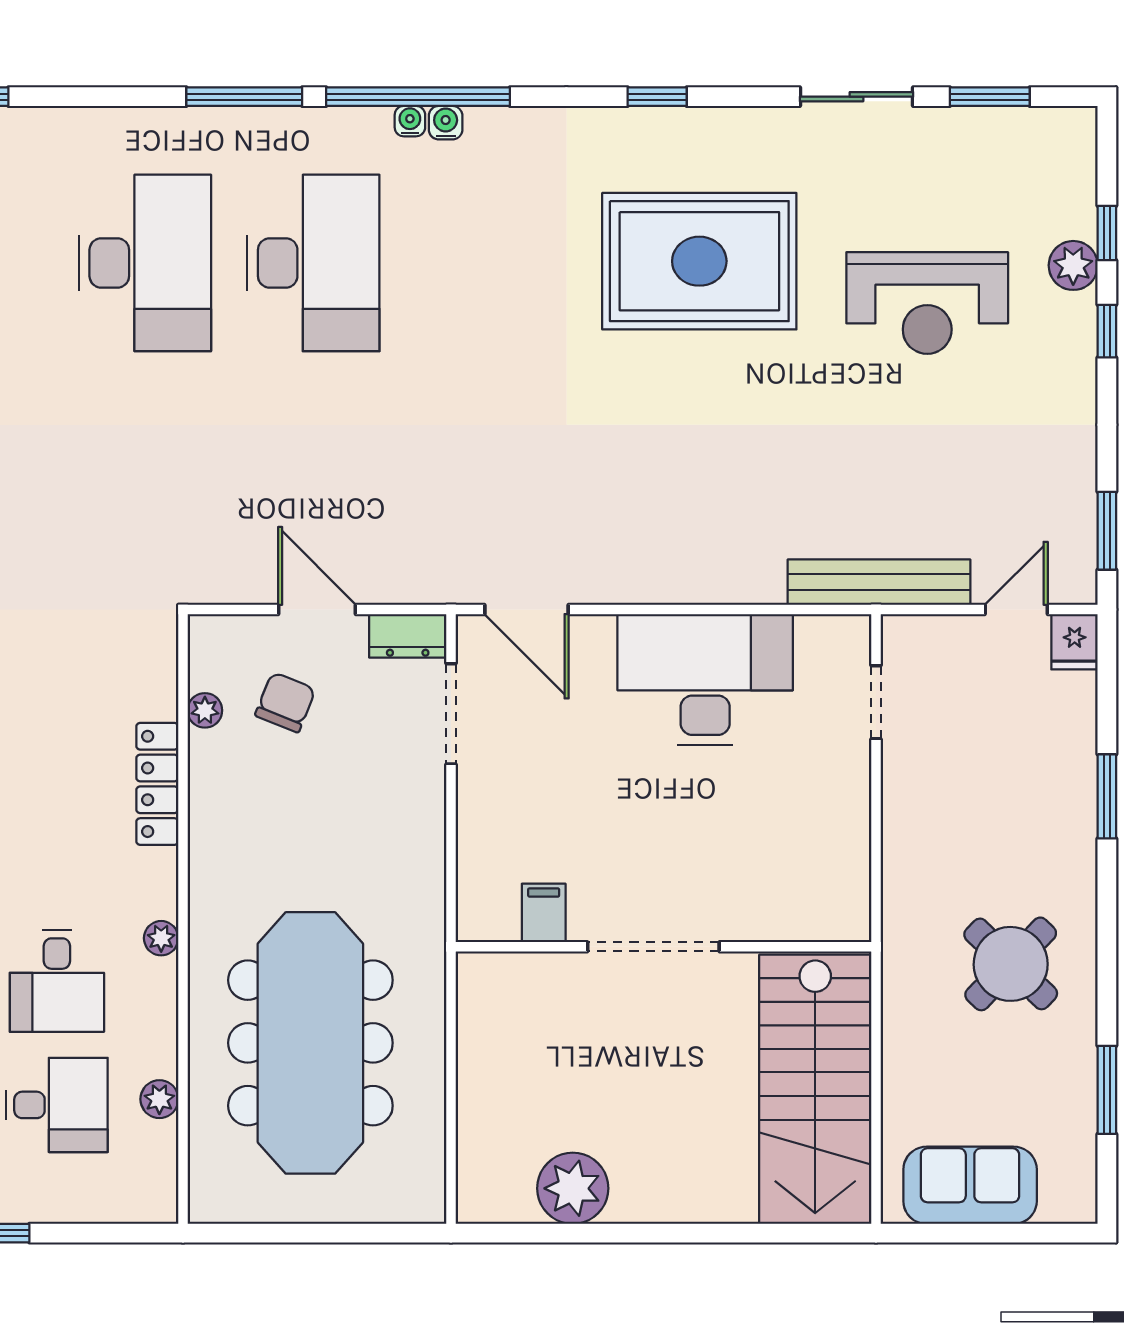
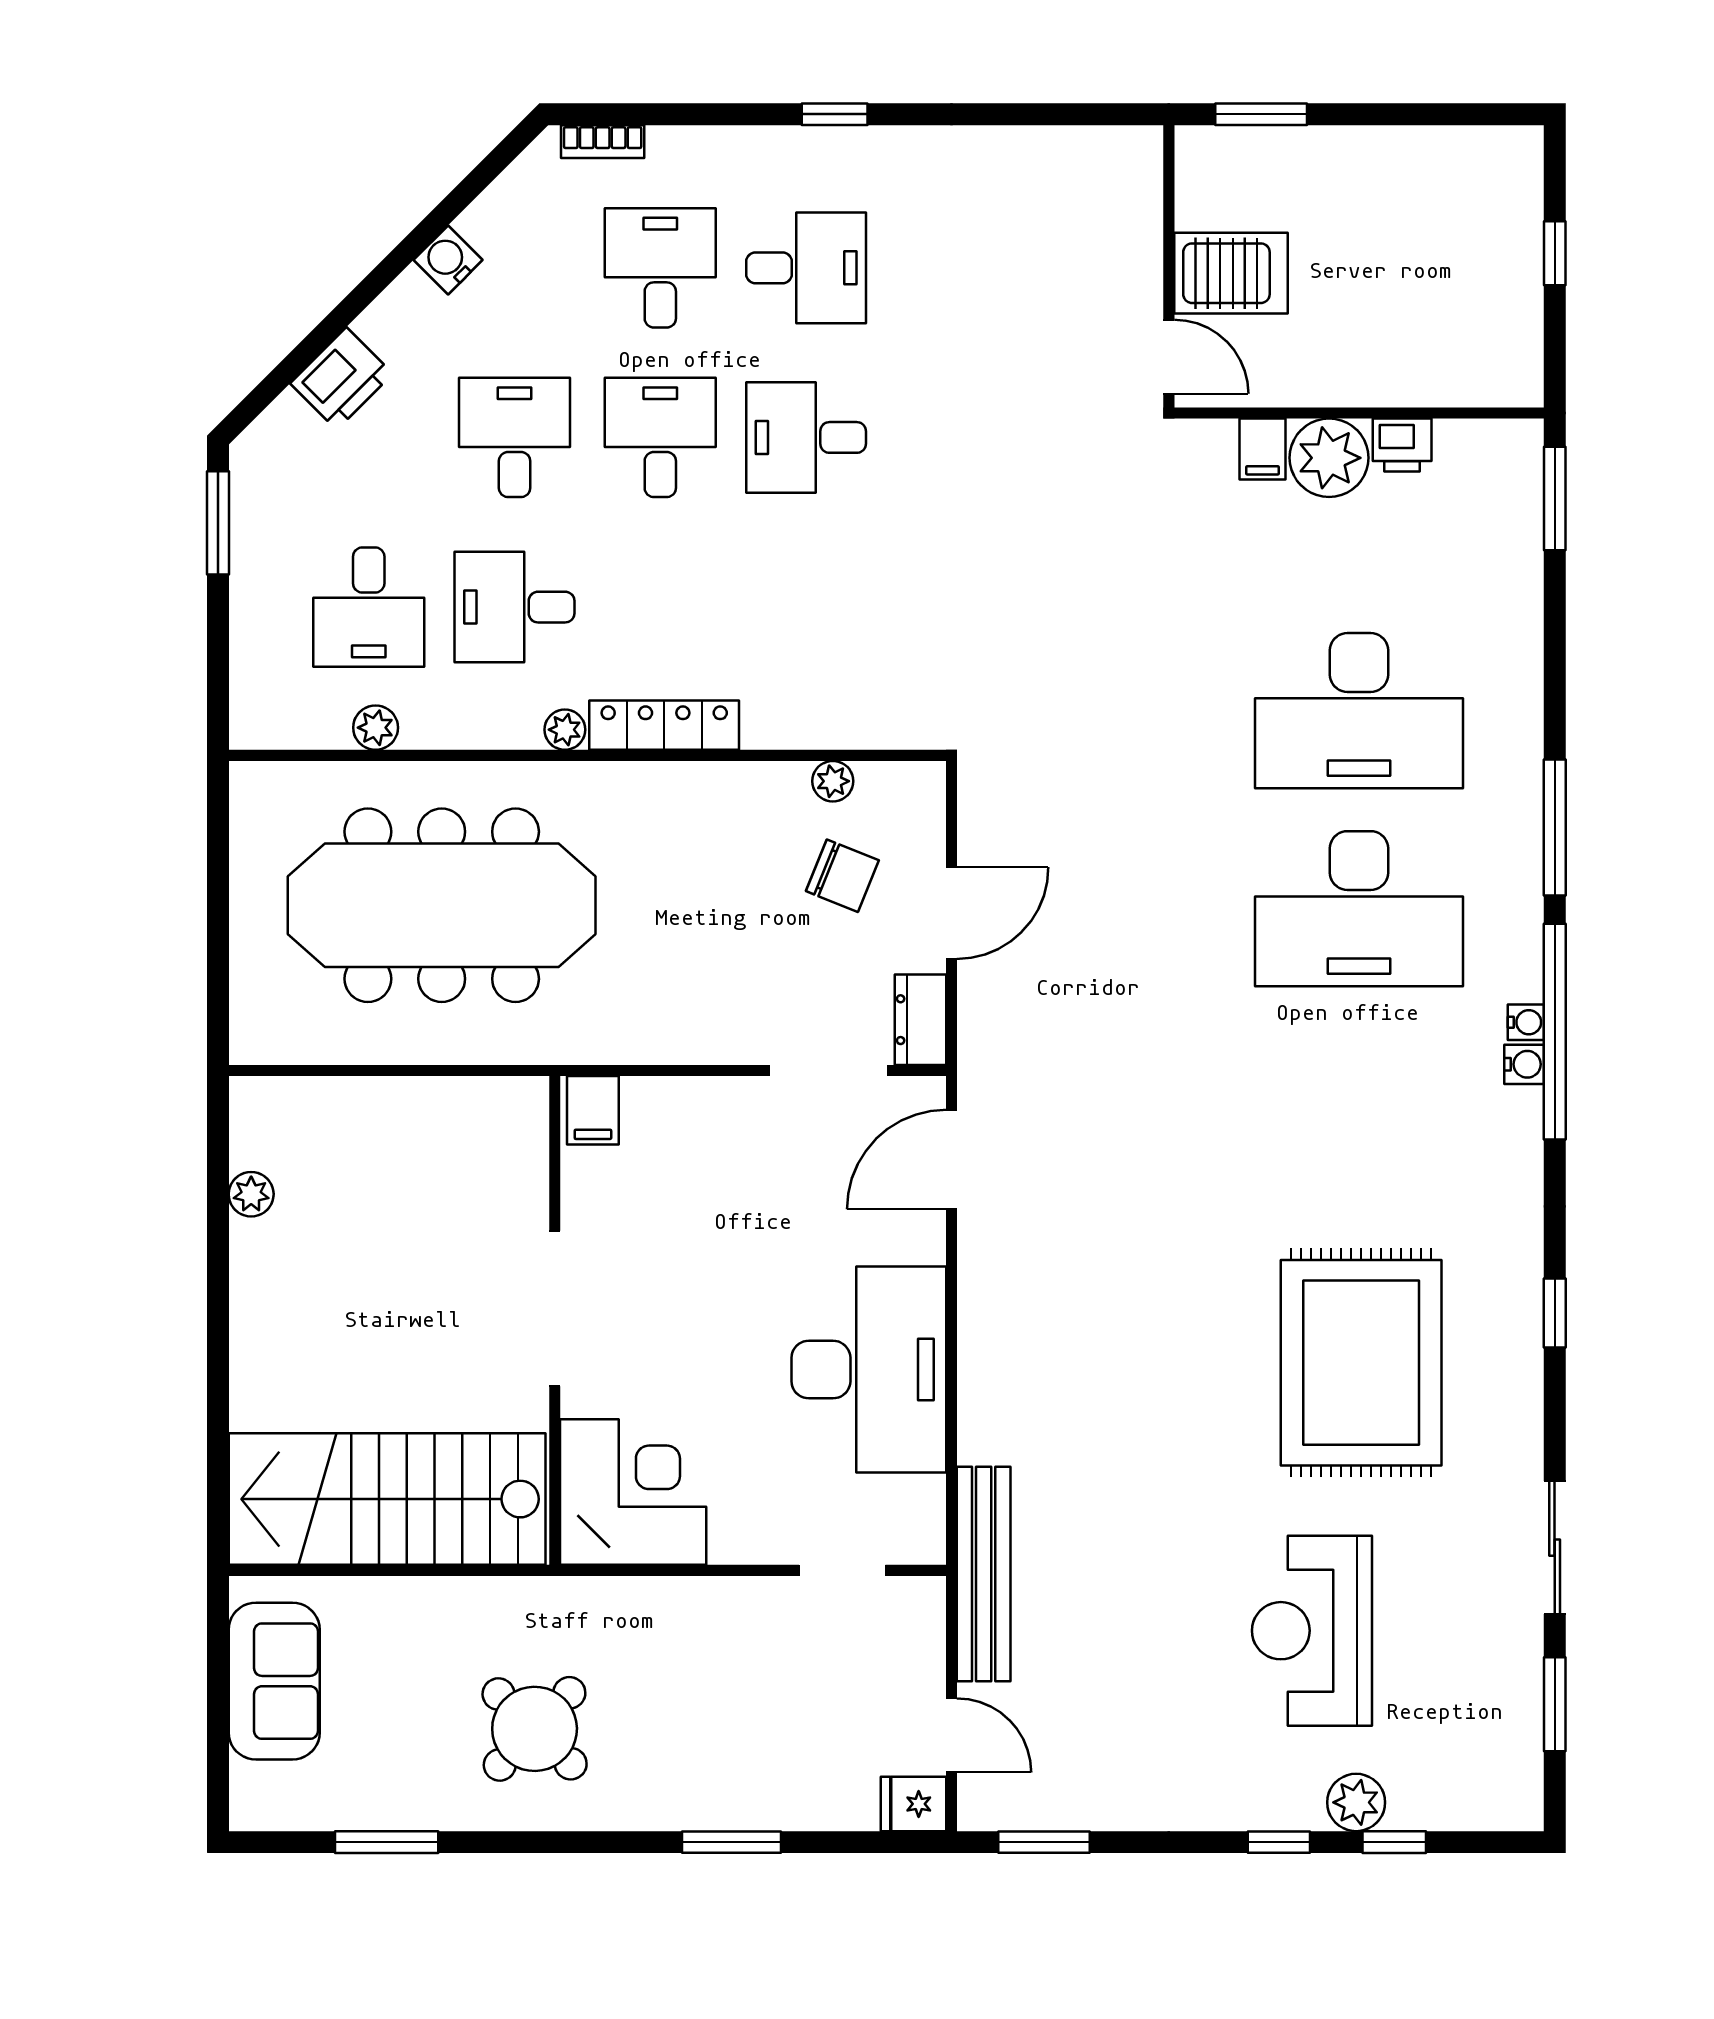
locker: (157, 784) -> (664, 725), moved
corner desk: (809, 880) -> (633, 1492), added
filing cabinet: (544, 913) -> (593, 1110), moved, turned 90
plant: (573, 1188) -> (251, 1194), width x0.53, depth x0.53

